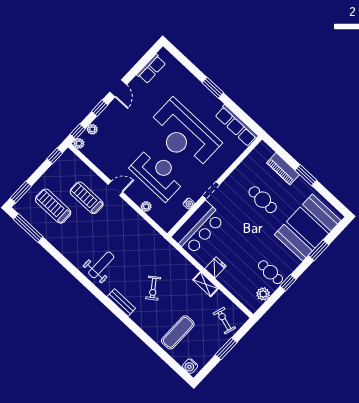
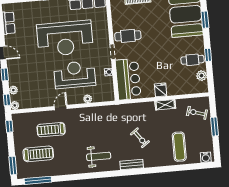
cafe table: (263, 200) -> (128, 36), moved
treadmill: (53, 206) -> (38, 154), turned 180
weight bench: (101, 265) -> (99, 156), turned 90

